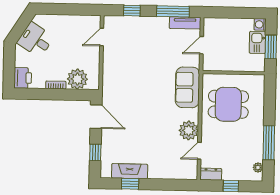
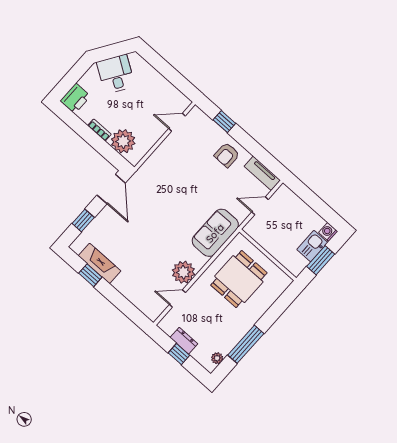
window: (173, 11) -> (260, 154), removed
armchair: (152, 31) -> (227, 155), added
dining table: (228, 104) -> (239, 279), turned 90
dresser: (211, 174) -> (184, 341), moved

